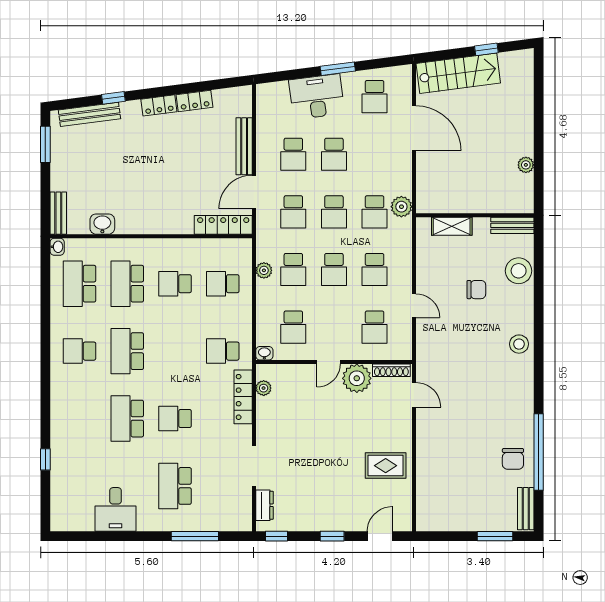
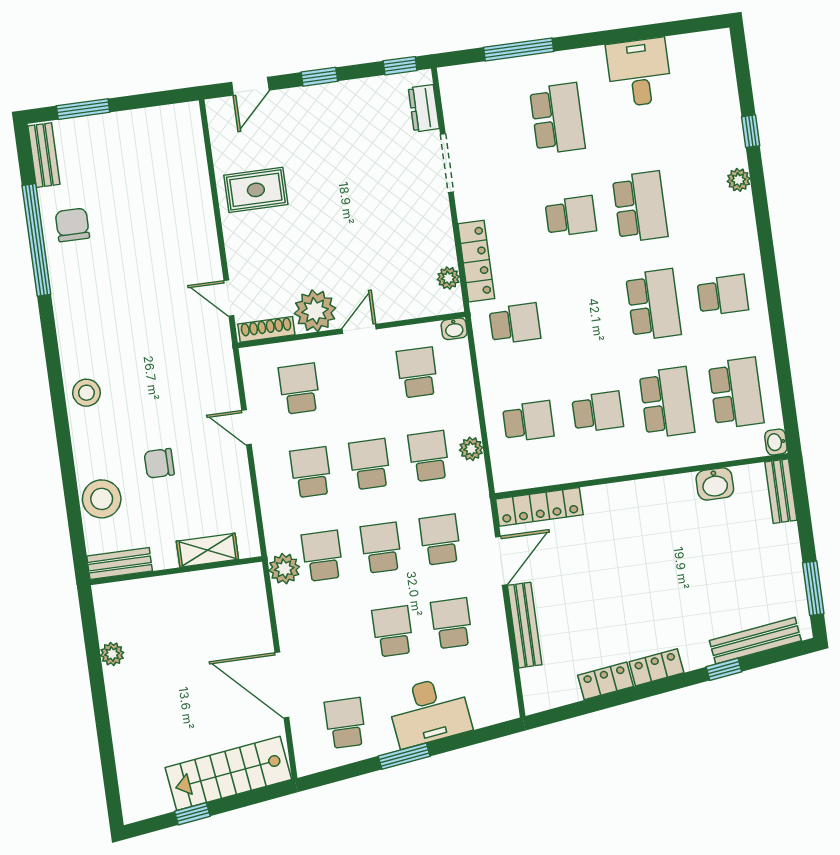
plant: (58, 428) -> (739, 180), added

